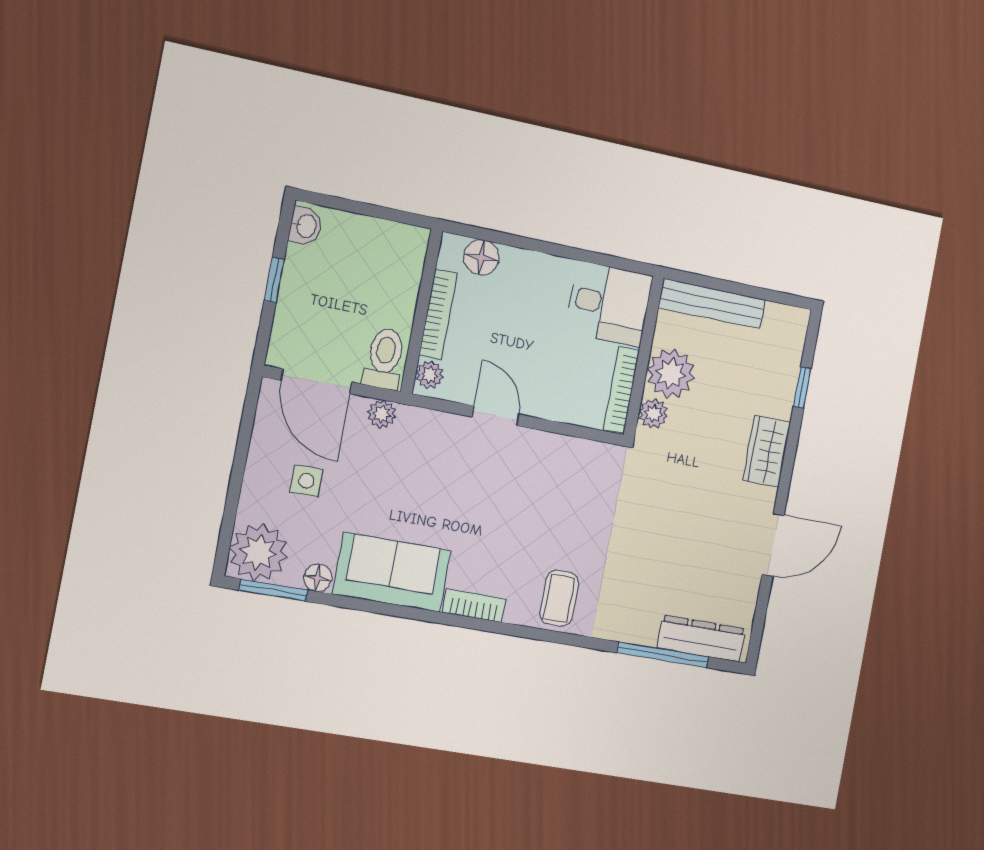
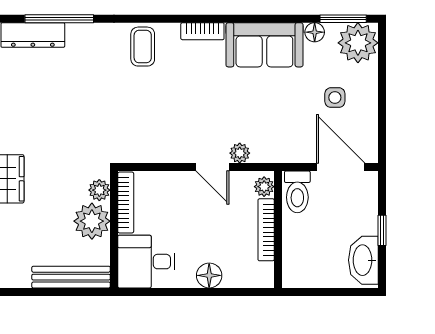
washbasin: (306, 226) -> (363, 260), width x1.91, depth x1.45
floor lamp: (481, 257) -> (209, 275), moved
plant: (382, 414) -> (240, 153), moved

